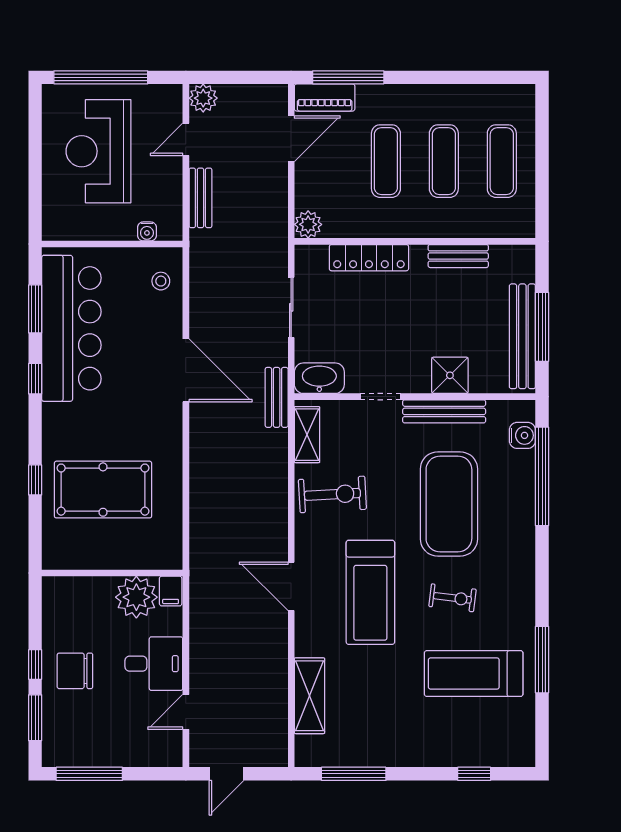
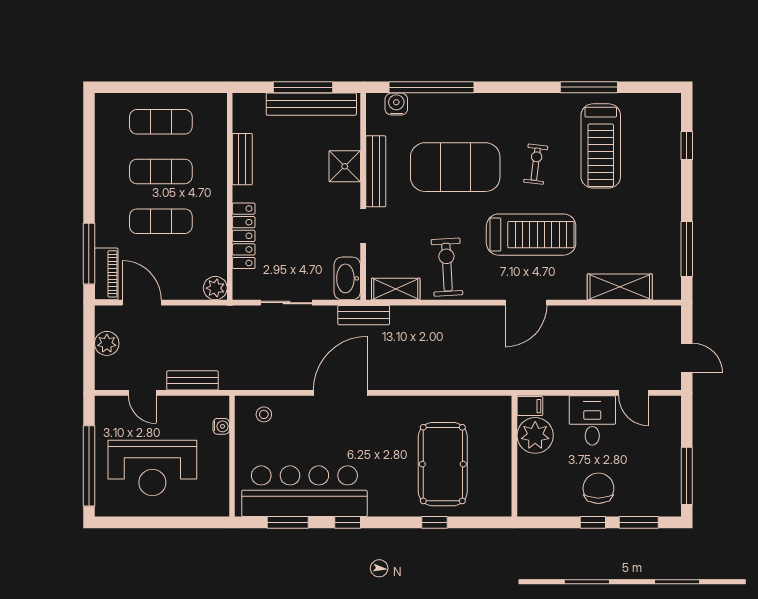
plant: (203, 98) -> (107, 343), moved
chair: (75, 671) -> (598, 488), turned 180

